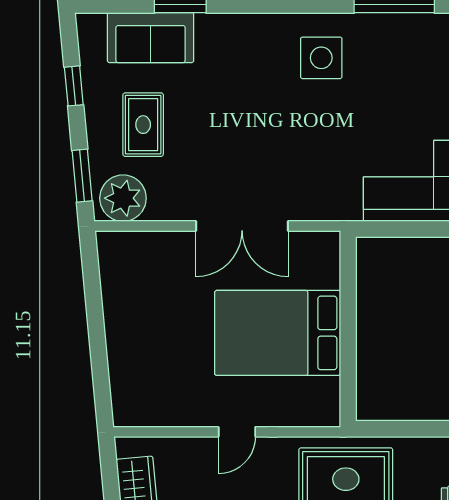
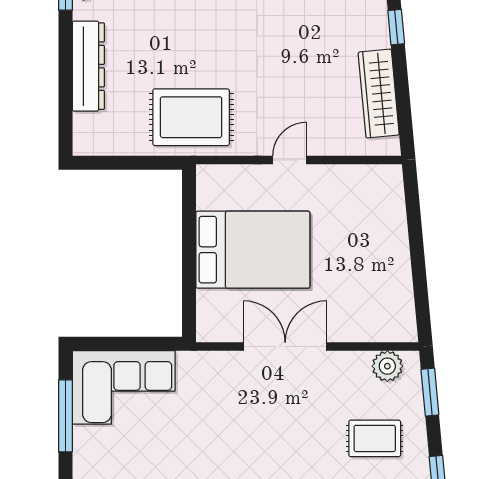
rug: (143, 125) -> (375, 438), turned 90
plant: (123, 198) -> (387, 366), width x0.73, depth x0.73

